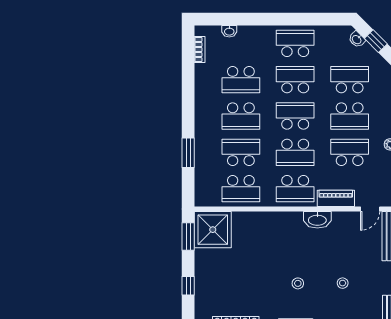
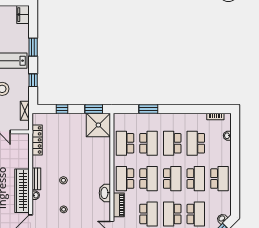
school desk: (295, 152) -> (149, 179), turned 180

